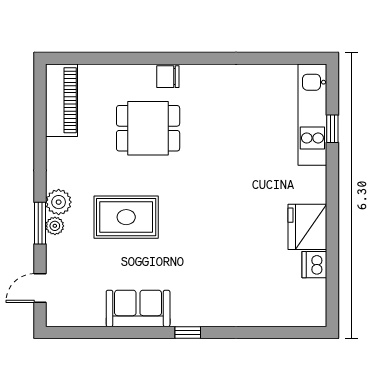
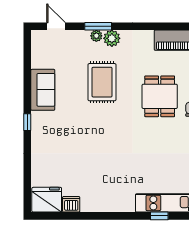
fridge: (307, 227) -> (47, 200), moved

